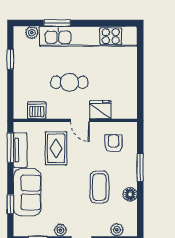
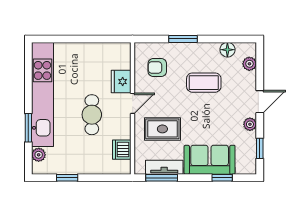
floor lamp: (130, 194) -> (227, 50), moved

